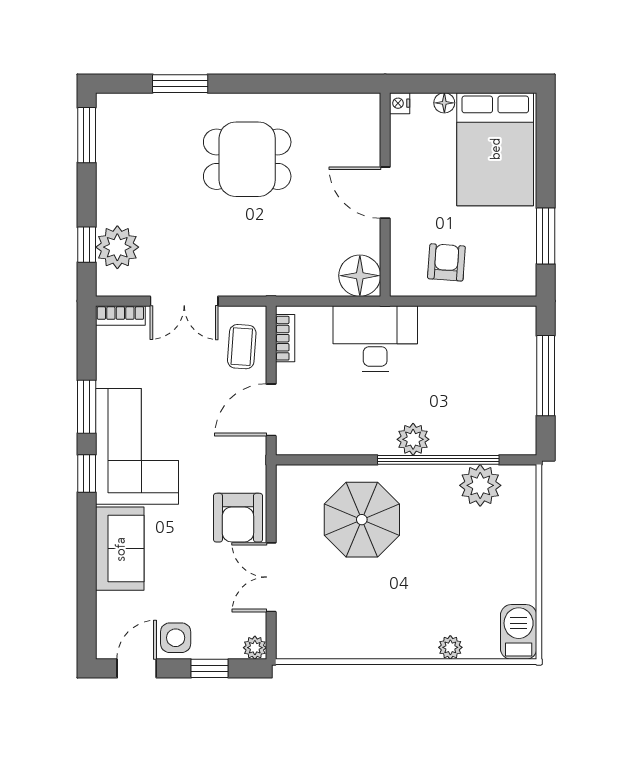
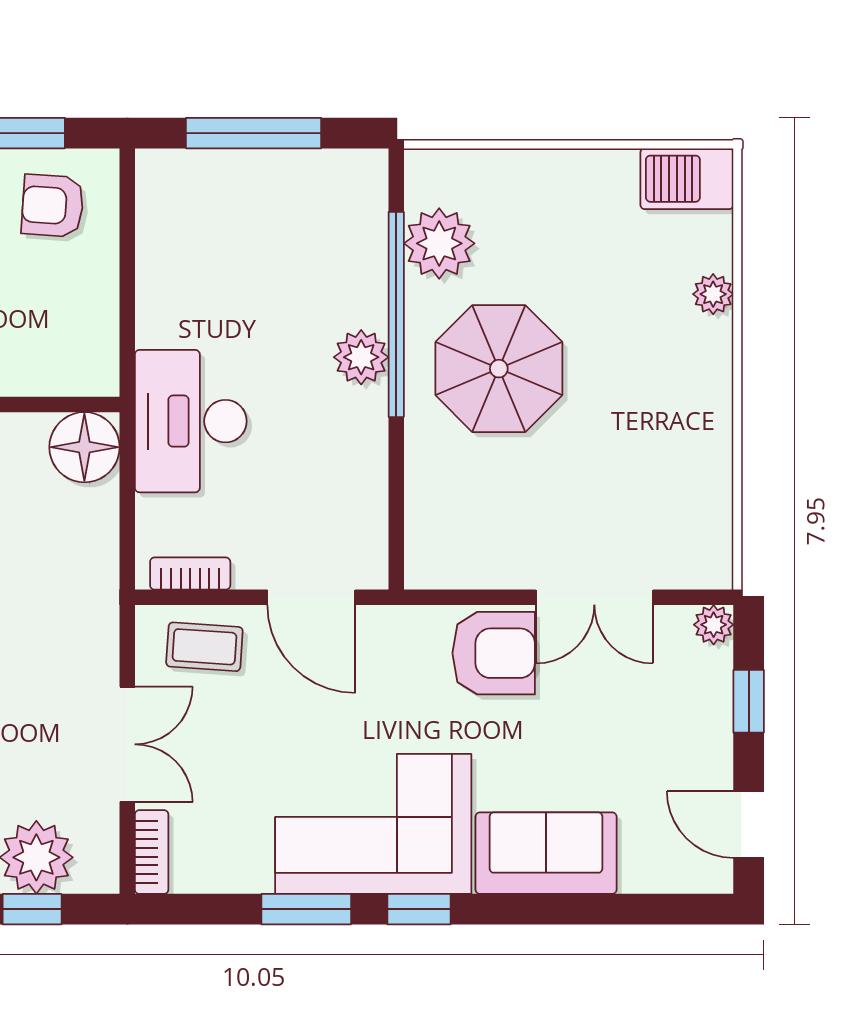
armchair: (446, 262) -> (53, 206), moved
parasol: (362, 520) -> (499, 369), moved
side table: (176, 638) -> (697, 759), removed

